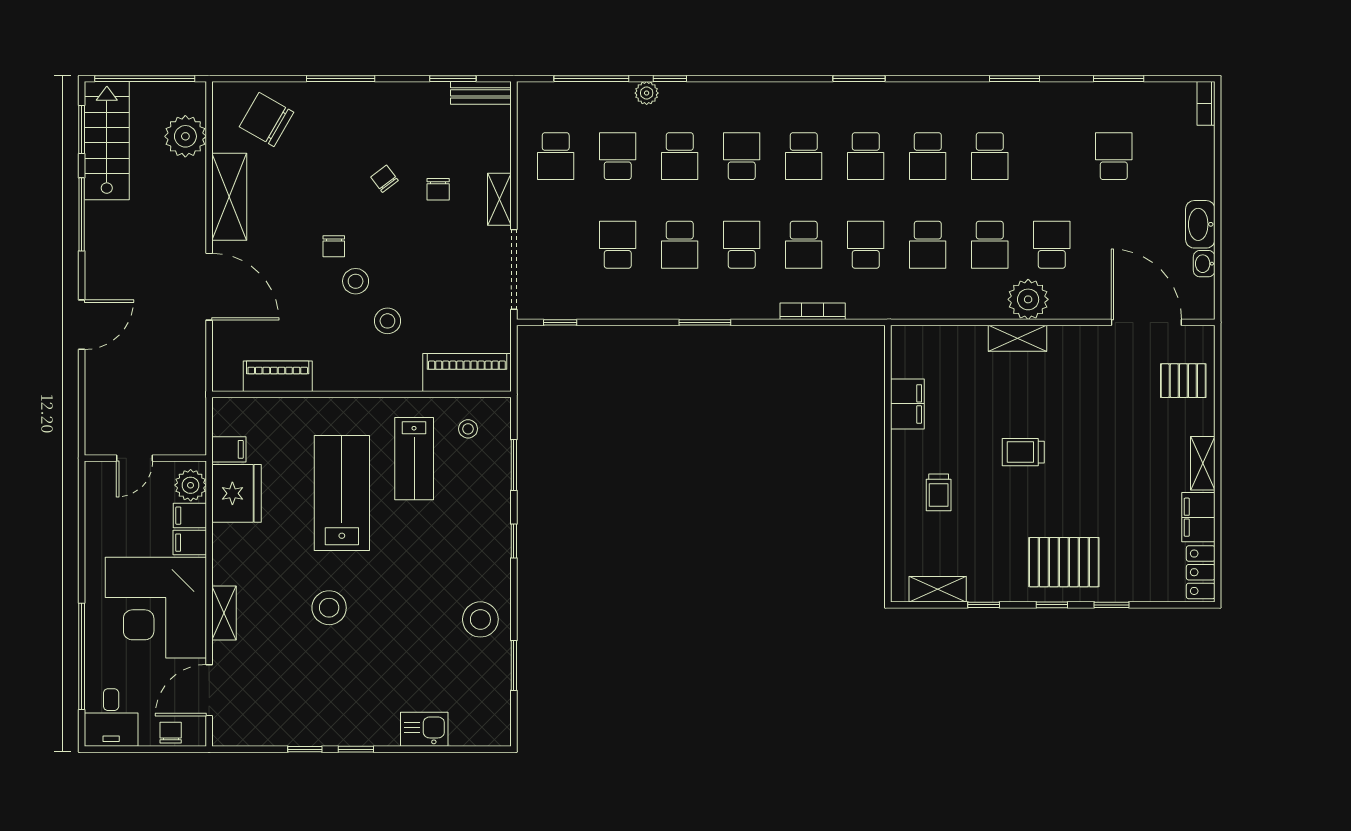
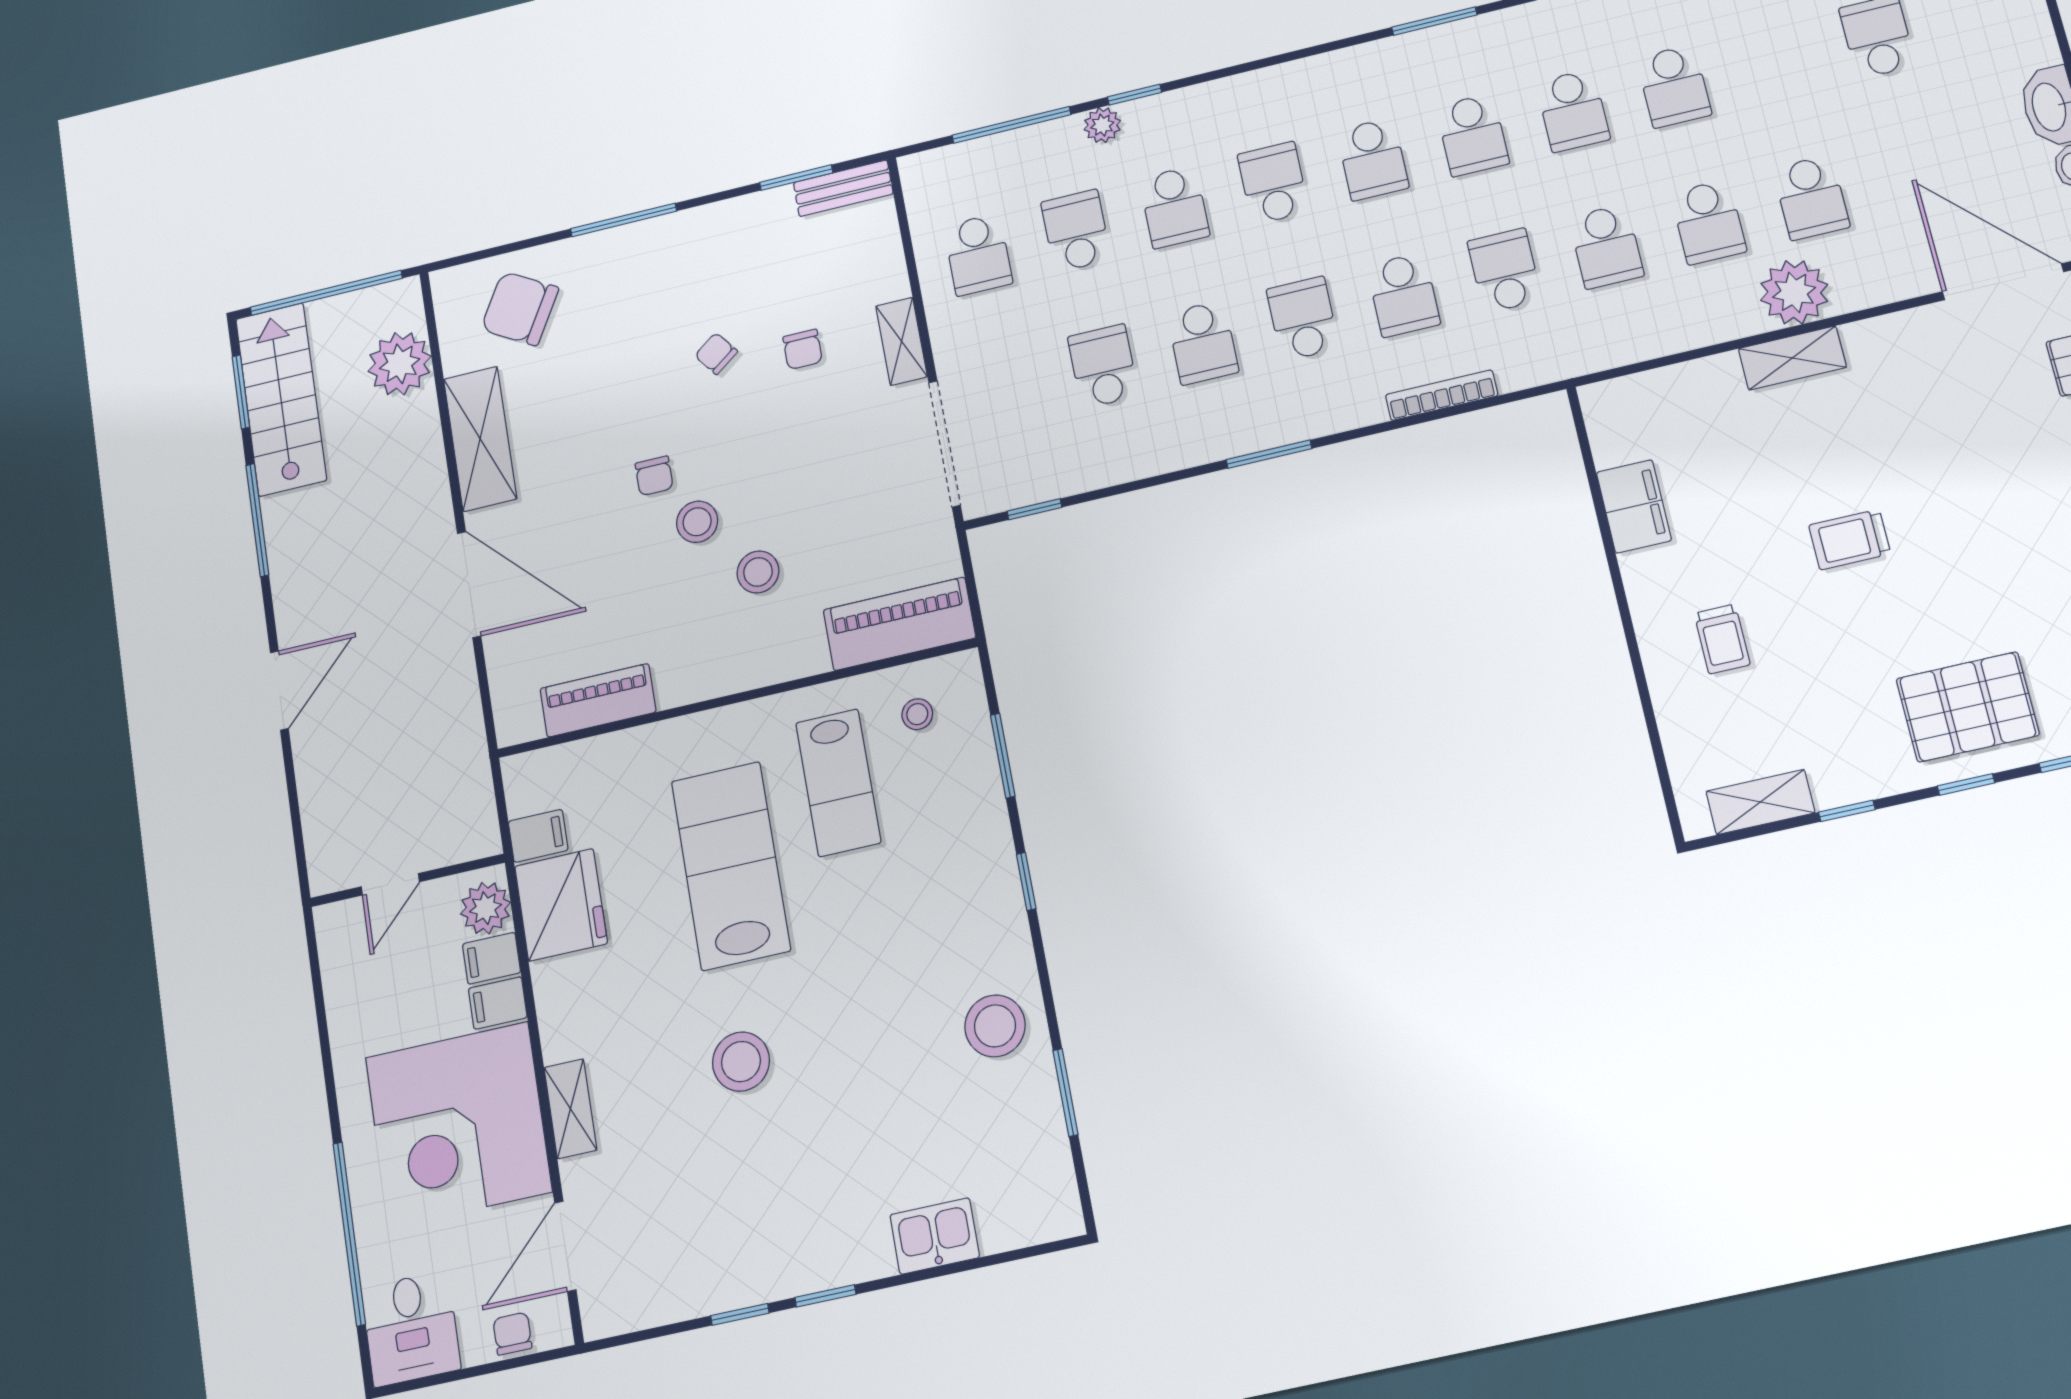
school desk: (1052, 245) -> (1811, 198), turned 180

